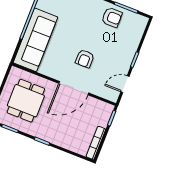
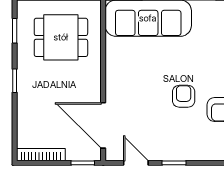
armchair: (85, 59) -> (184, 96), moved, turned 90
door: (74, 88) -> (103, 125), moved

